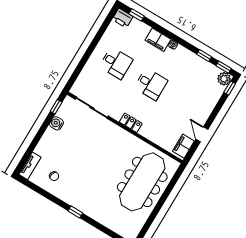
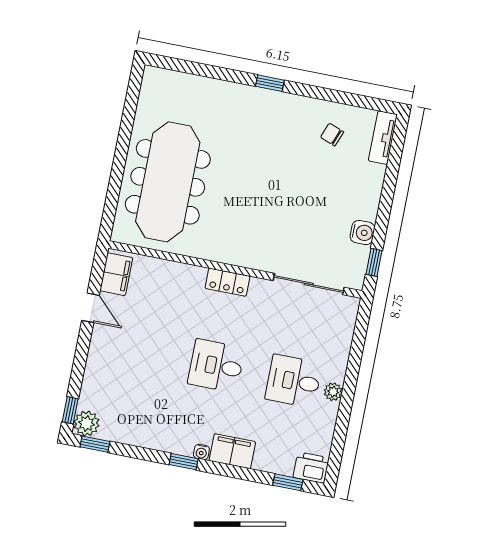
plant: (99, 51) -> (333, 392), added
window: (204, 56) -> (184, 462), moved

